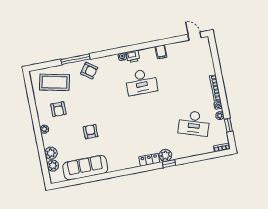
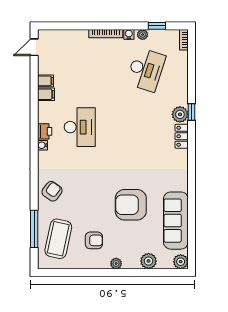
filing cabinet: (171, 50) -> (45, 81), added
window: (75, 59) -> (34, 229), moved
armchair: (90, 132) -> (131, 205), width x1.88, depth x1.88
plant: (53, 166) -> (181, 262), moved

